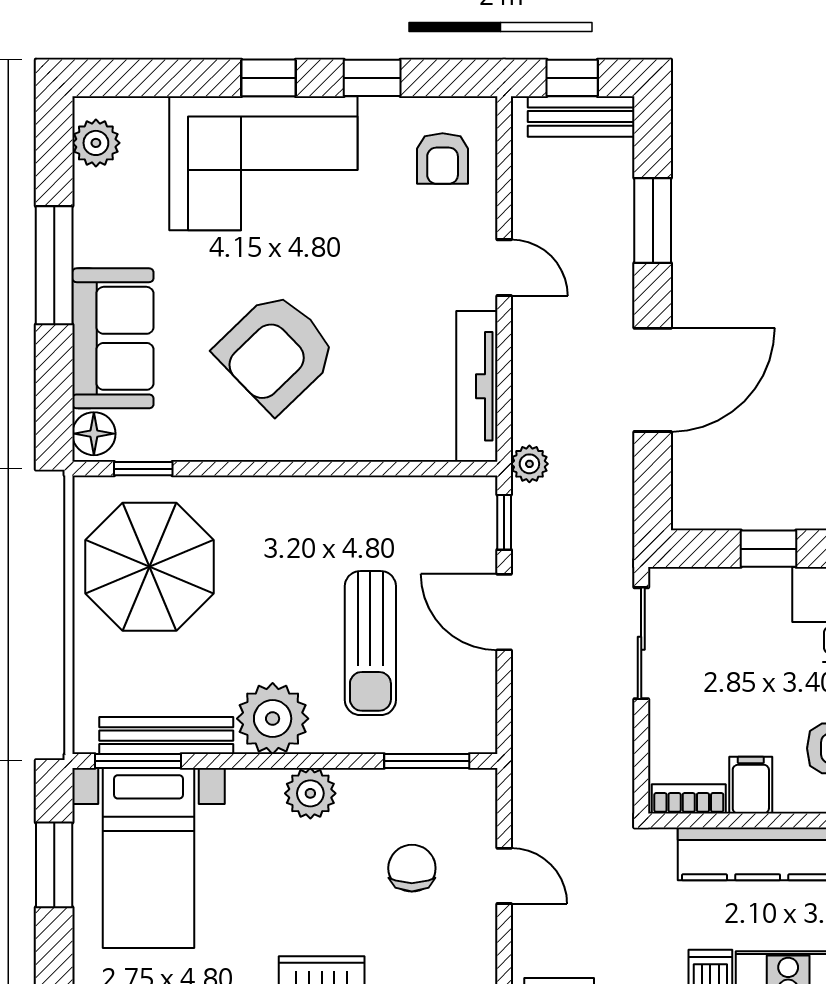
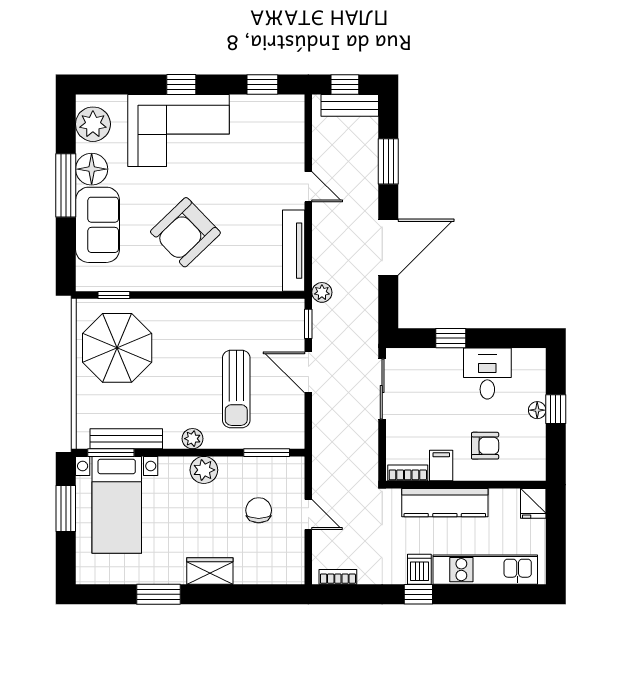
window: (372, 78) -> (262, 85), moved
plant: (96, 143) -> (93, 124), width x1.36, depth x1.36
armchair: (443, 159) -> (275, 128), removed
floor lamp: (94, 434) -> (92, 169), moved, width x1.38, depth x1.38
plant: (273, 719) -> (193, 439), width x0.53, depth x0.53

